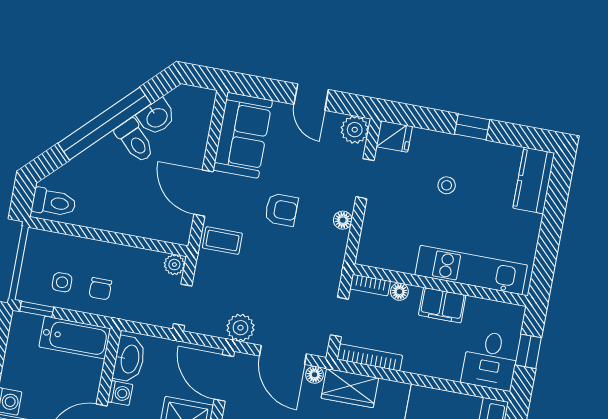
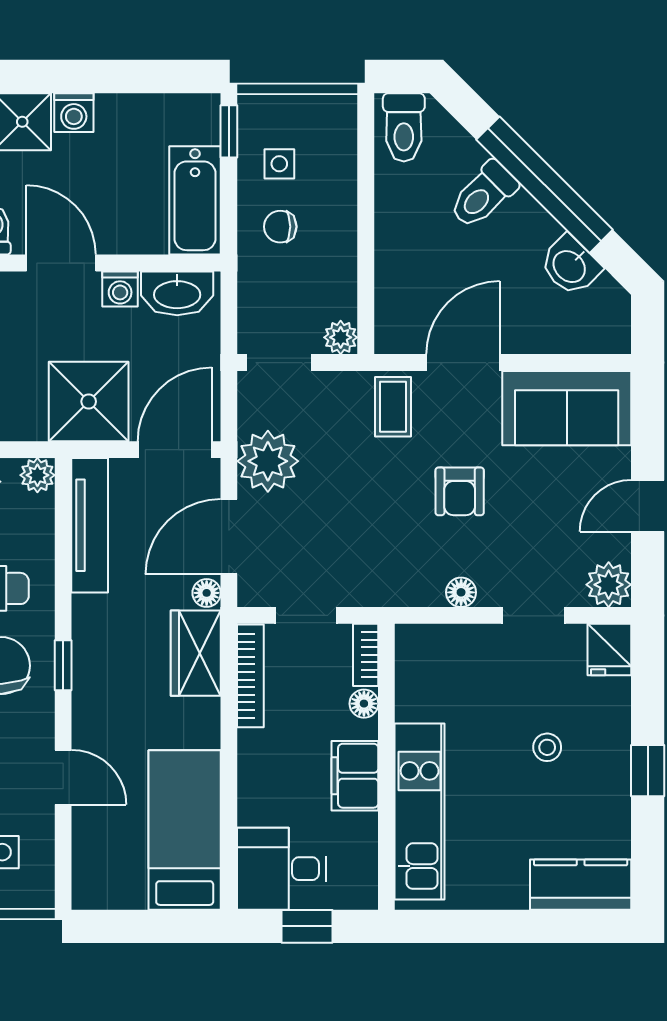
toilet: (135, 141) -> (483, 195), moved
plant: (240, 328) -> (268, 461), width x1.36, depth x1.36

